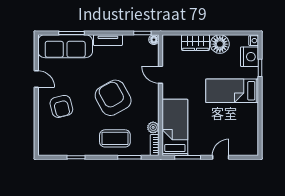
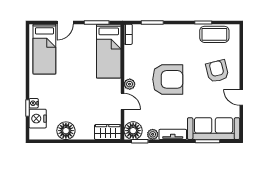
plant: (129, 40) -> (153, 134), added
floor lamp: (154, 40) -> (133, 131), width x1.89, depth x1.89
nightstand: (254, 41) -> (34, 103), moved
wardrobe: (195, 43) -> (108, 132), moved
bed: (232, 91) -> (44, 49), moved, turned 90
armchair: (113, 98) -> (168, 79), turned -61
plant: (153, 127) -> (130, 84), moved
coffee table: (115, 138) -> (214, 34), moved

